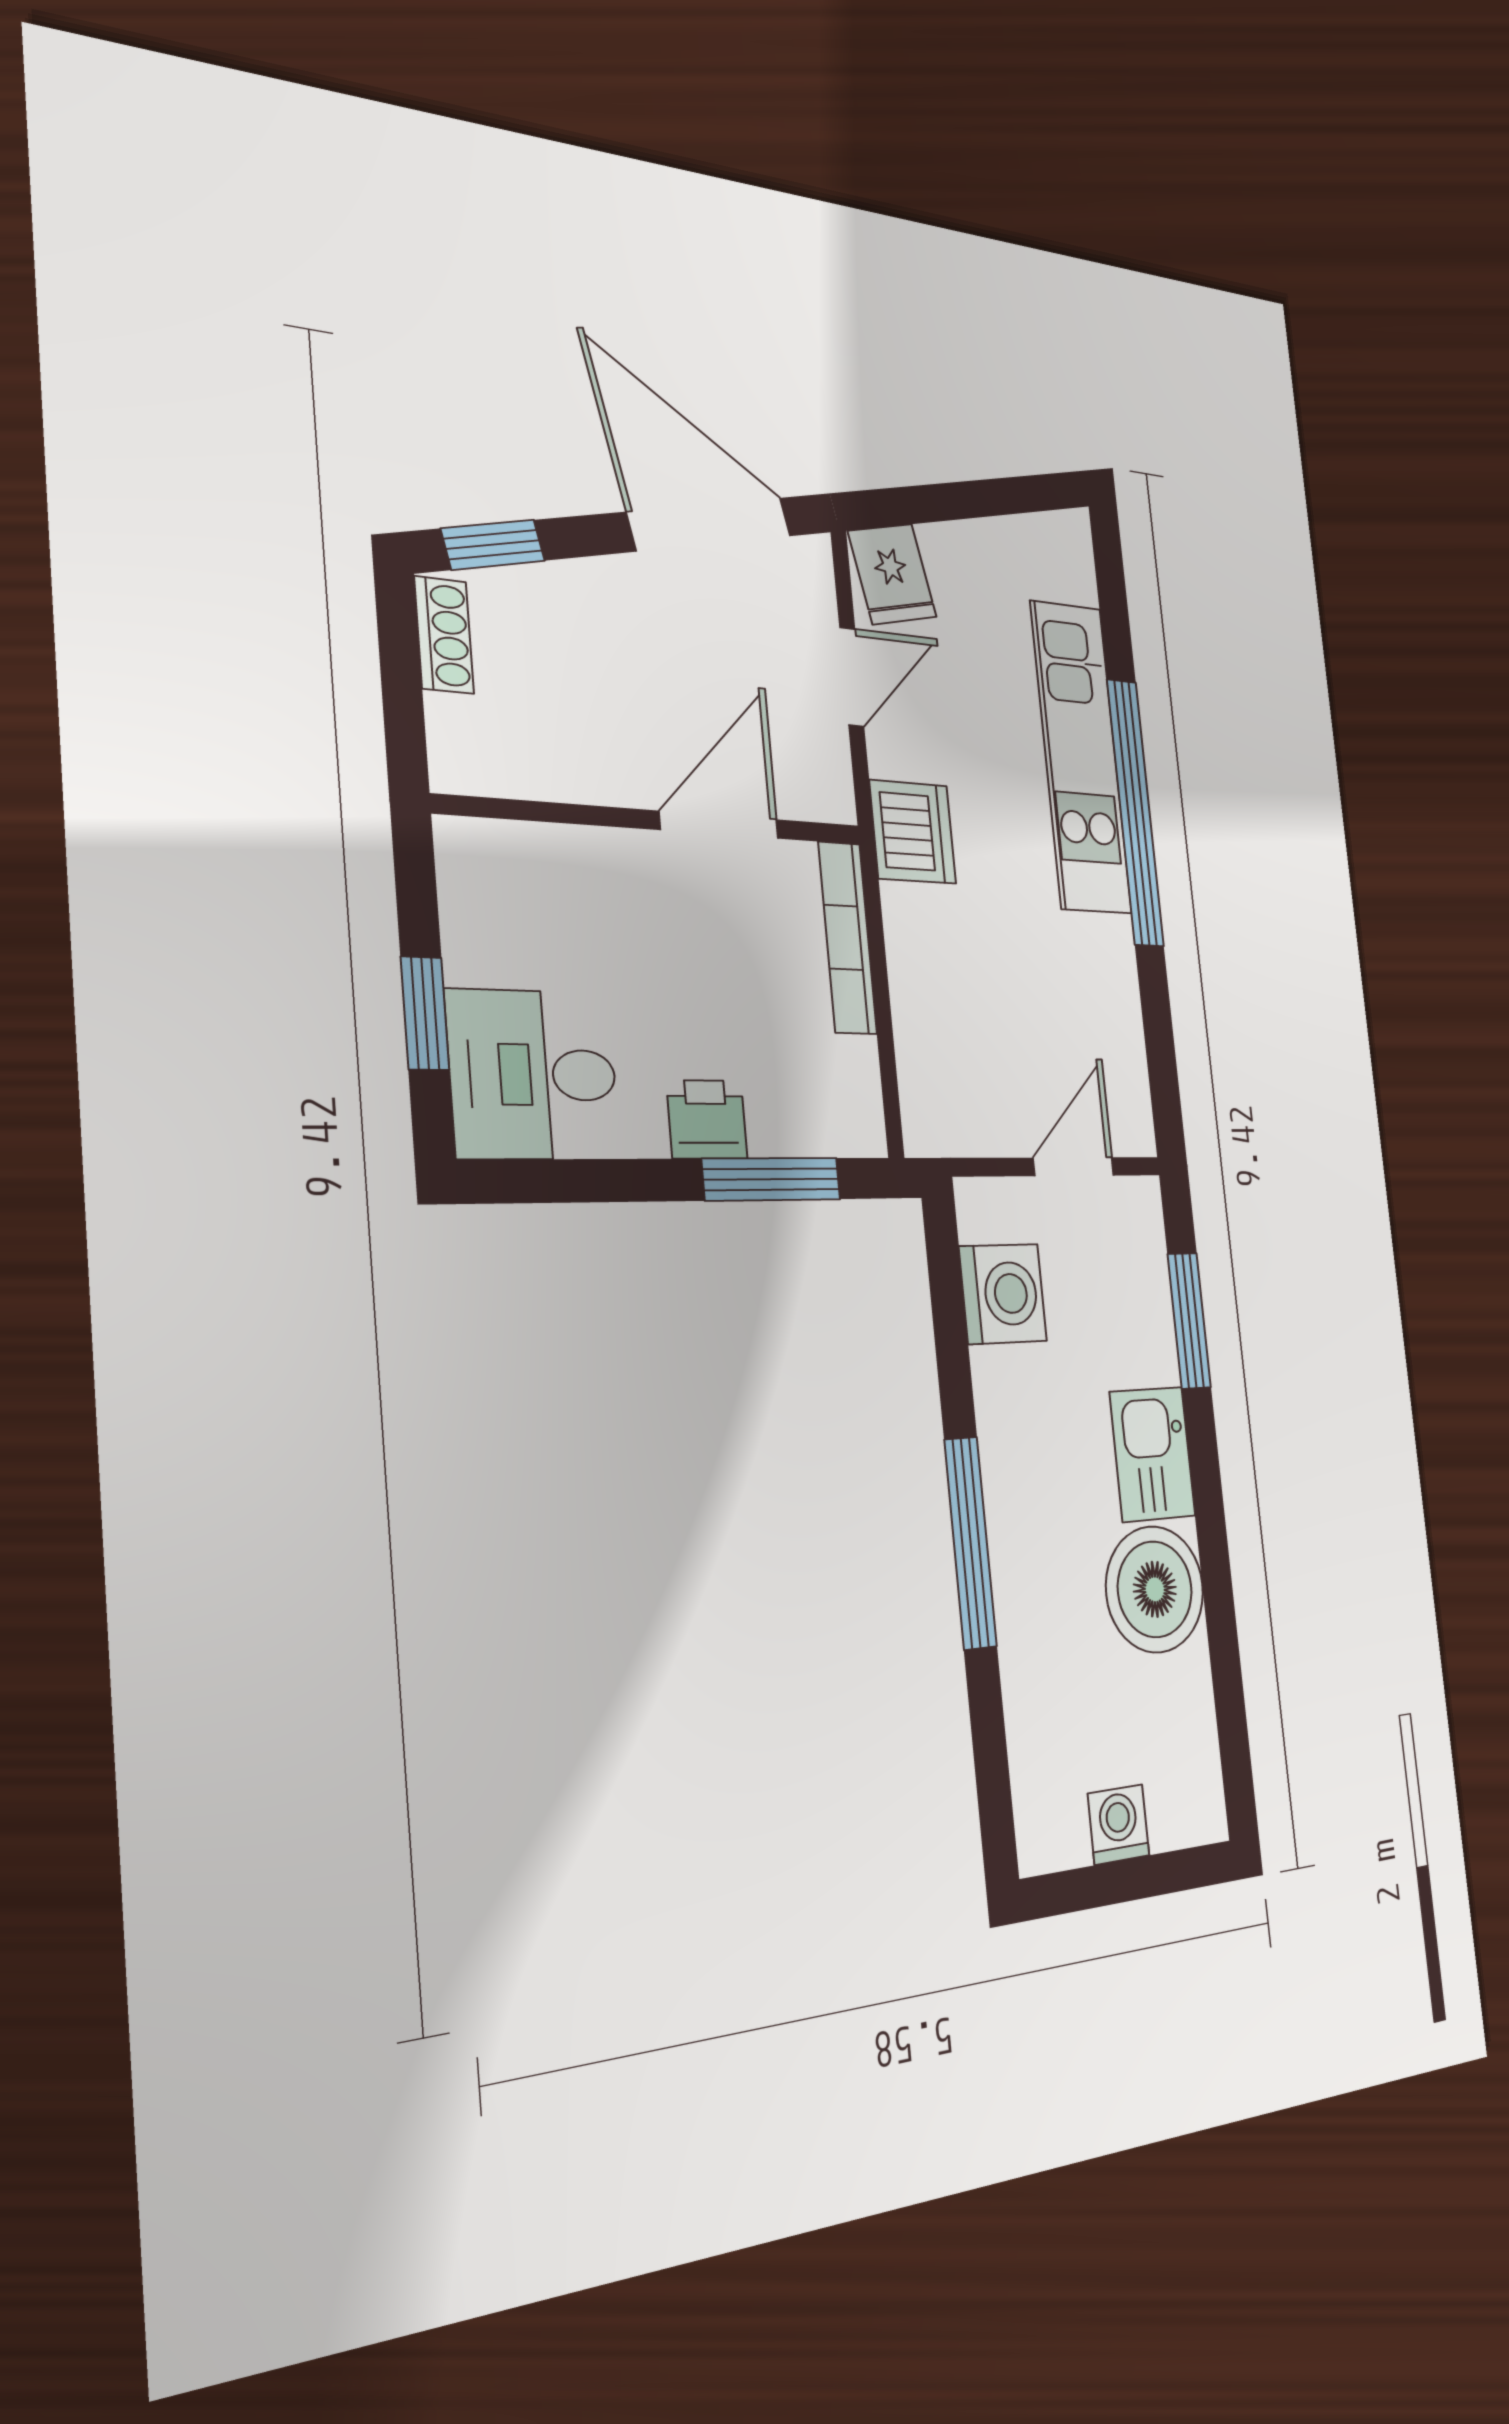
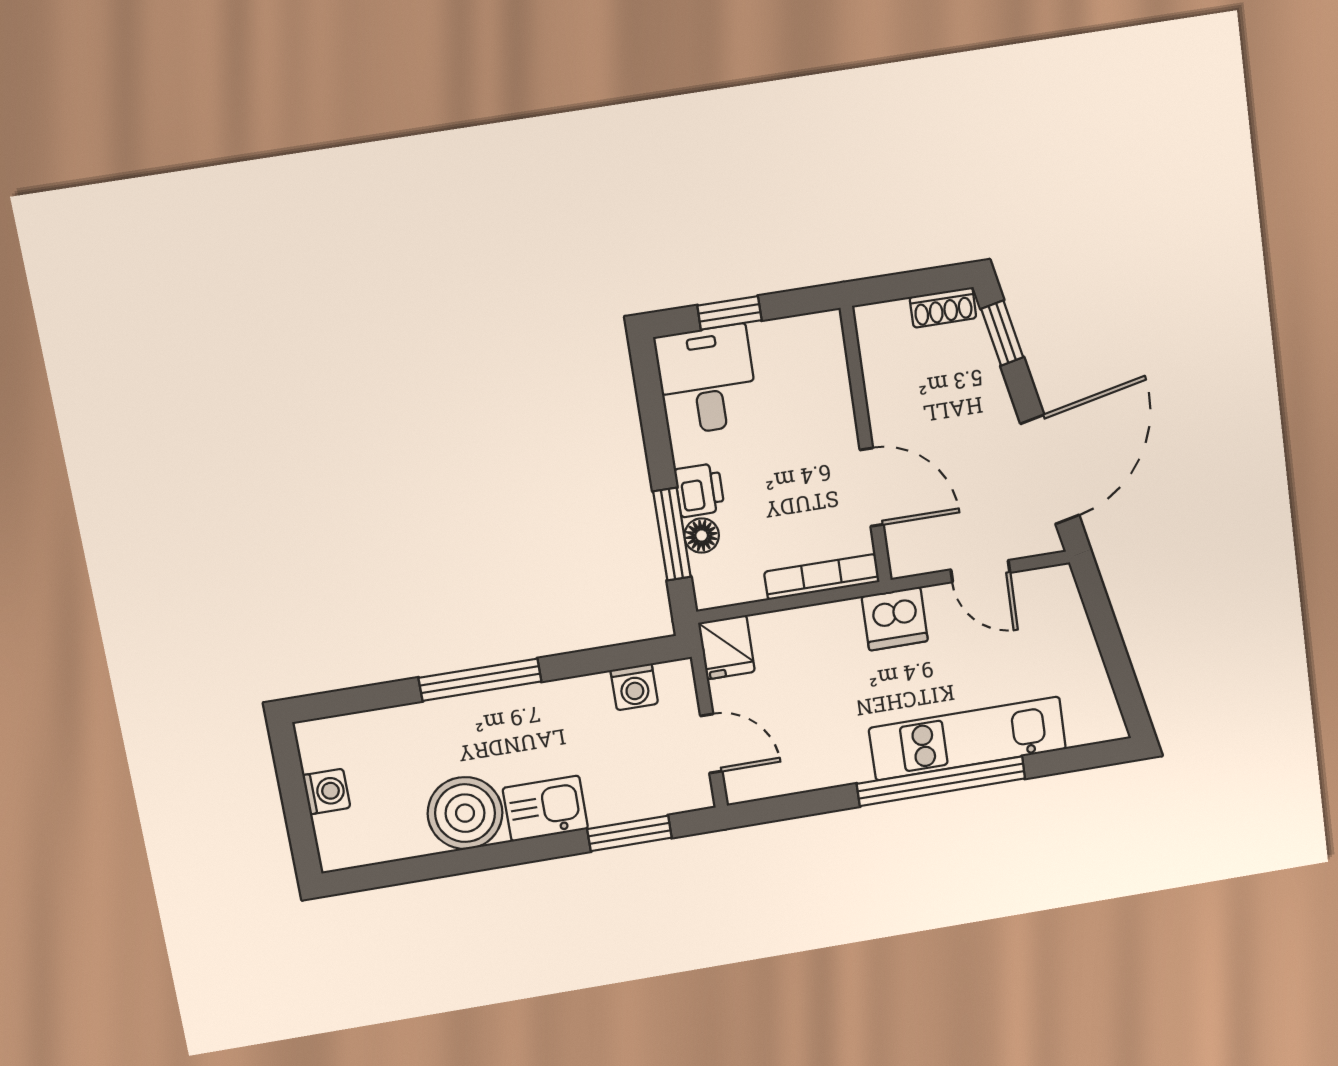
fridge: (892, 574) -> (727, 647), moved, turned -78
floor lamp: (776, 1128) -> (702, 536), added
washing machine: (1003, 1294) -> (634, 687), width x0.73, depth x0.73

